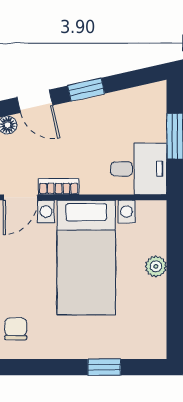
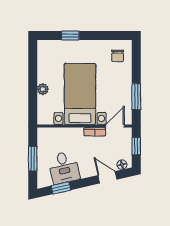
window: (86, 90) -> (61, 188), moved
desk: (139, 169) -> (64, 168), moved, turned -103

